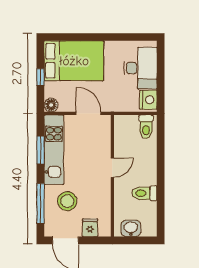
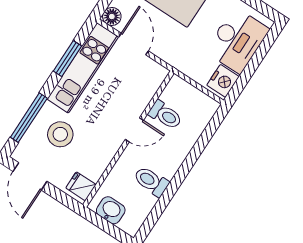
door: (89, 113) -> (134, 44), moved
toilet: (146, 127) -> (165, 115), moved, turned -90
fridge: (90, 228) -> (81, 186), moved, turned -90

